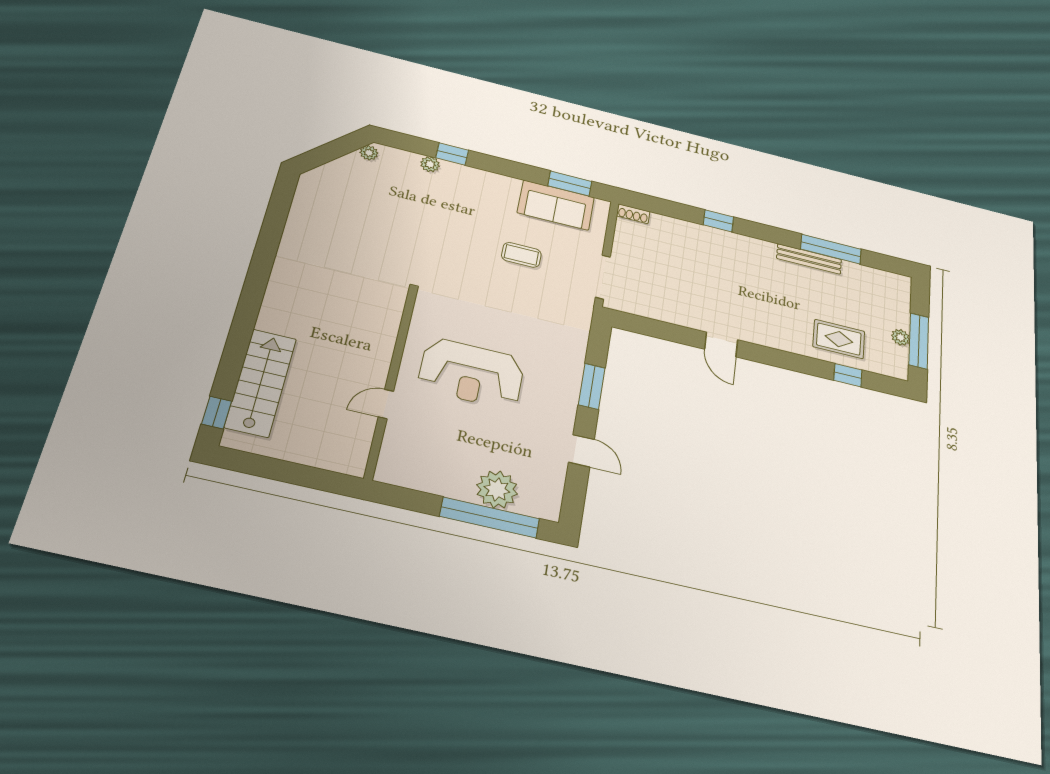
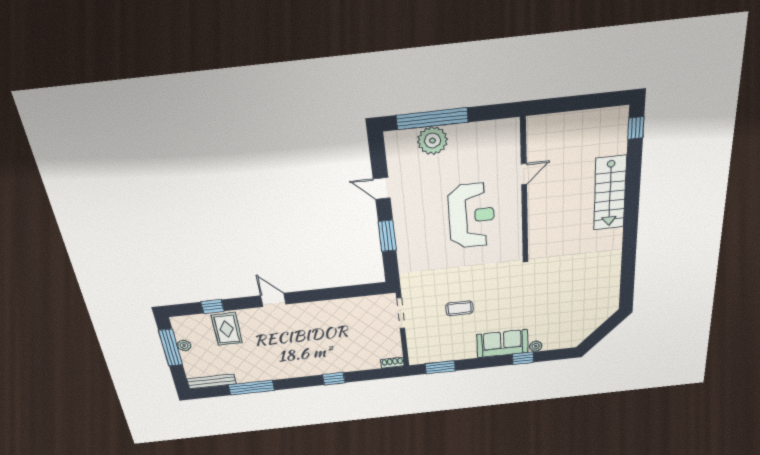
plant: (369, 153) -> (577, 339), removed
sofa: (556, 205) -> (502, 344), moved
bench: (809, 259) -> (212, 381), moved
rug: (839, 339) -> (227, 329), turned 90
door: (721, 344) -> (273, 300), moved
reception desk: (471, 373) -> (472, 216), turned 90
stairs: (261, 383) -> (610, 193), moved

